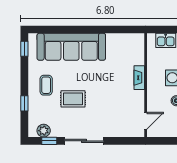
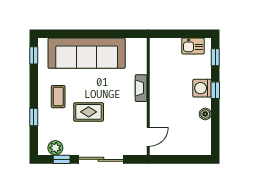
fireplace: (139, 78) -> (141, 88), moved
wall: (146, 85) -> (148, 97), moved
door: (146, 121) -> (148, 137), moved

